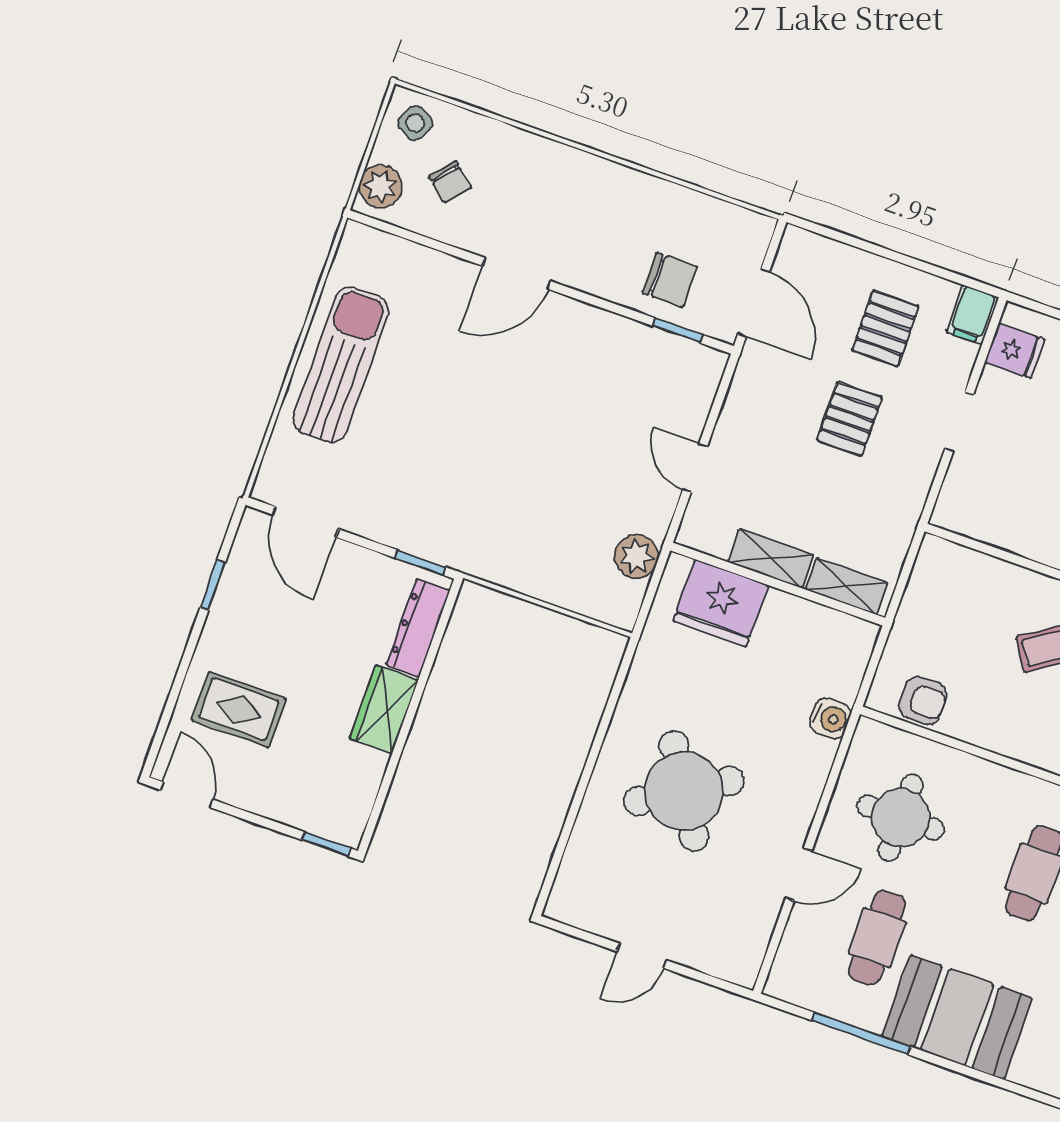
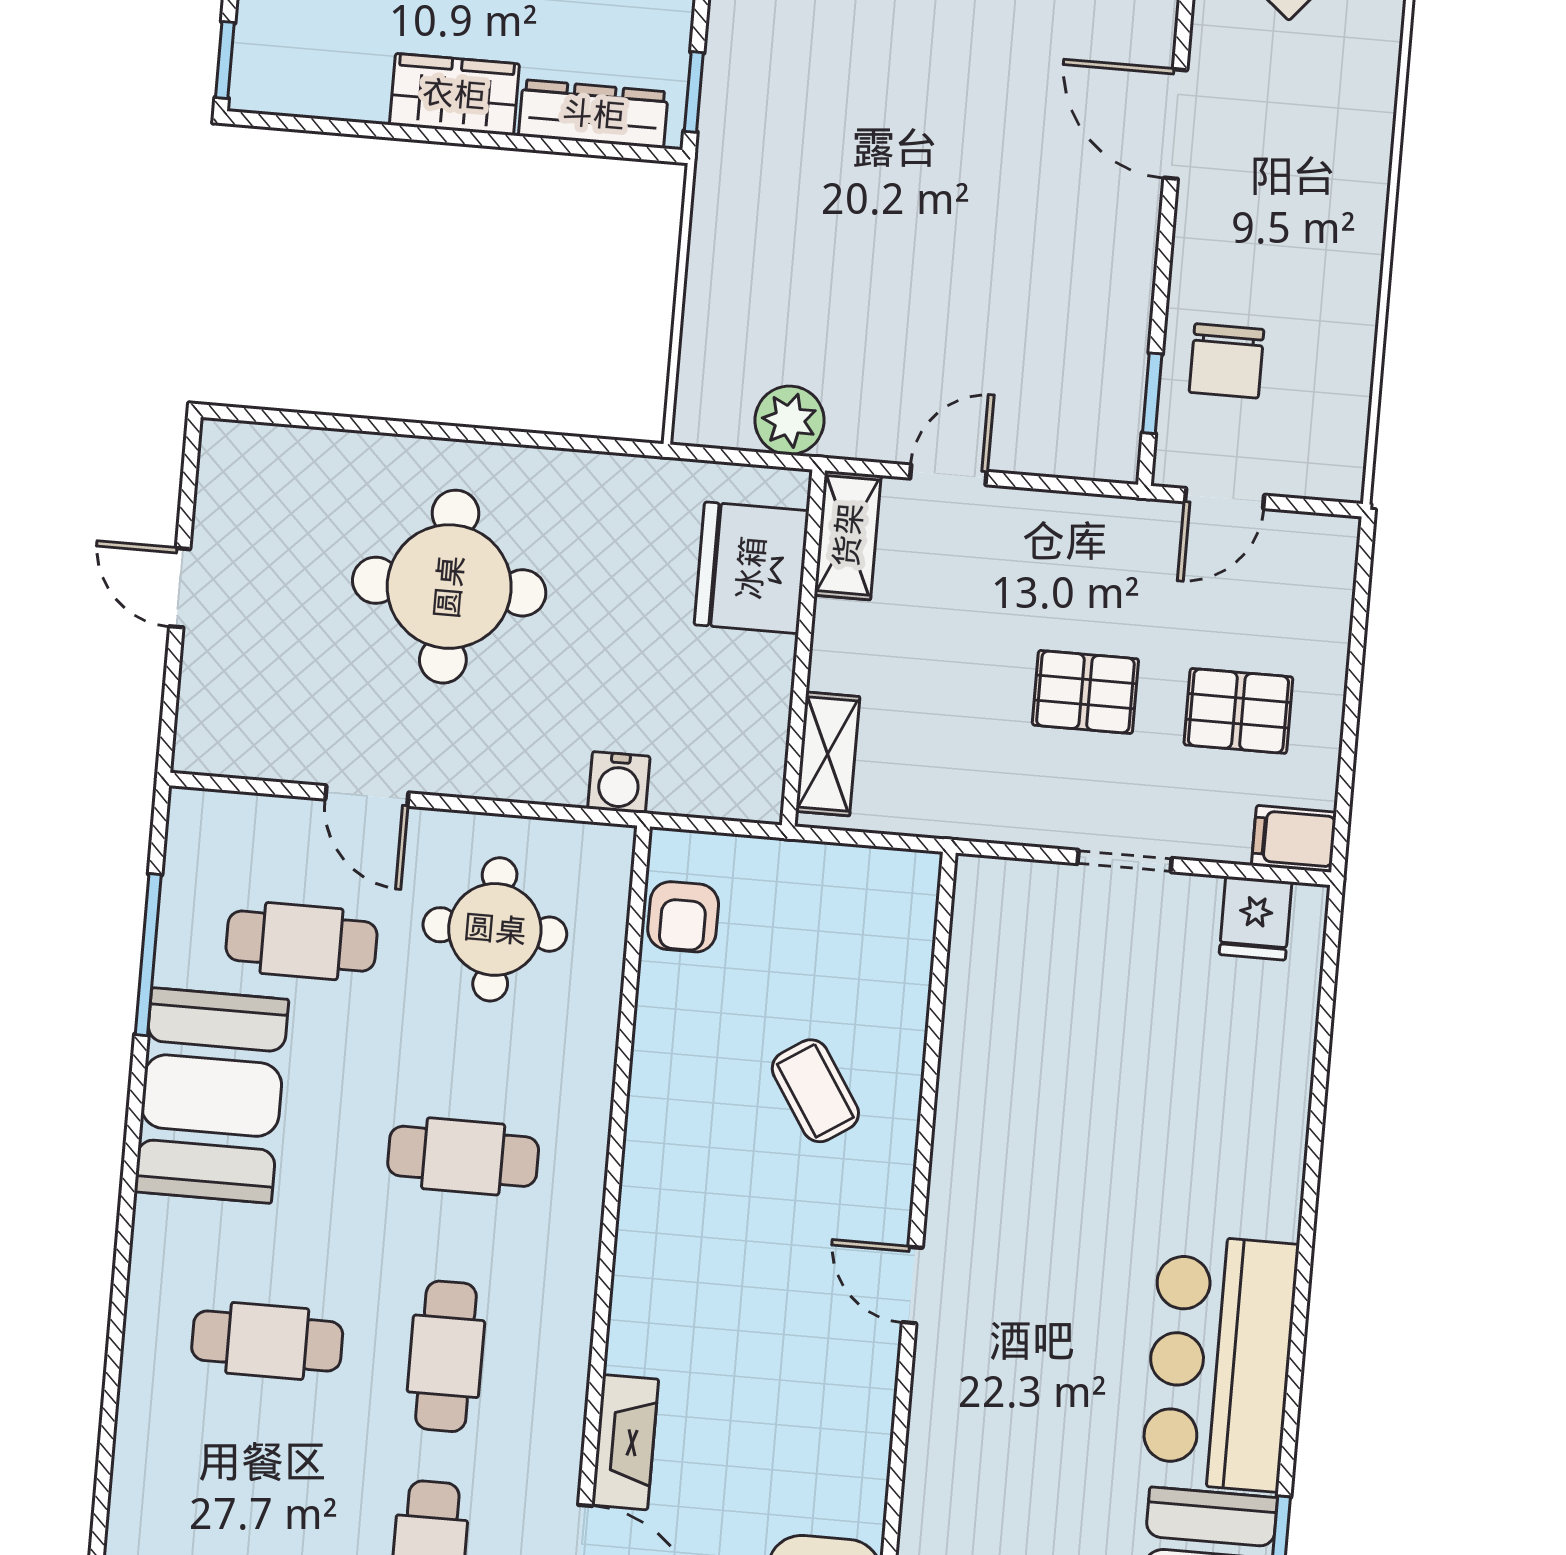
door: (753, 303) -> (1225, 498), width x0.73
shelving: (771, 559) -> (848, 535), moved
round table: (684, 791) -> (449, 587), turned 32

